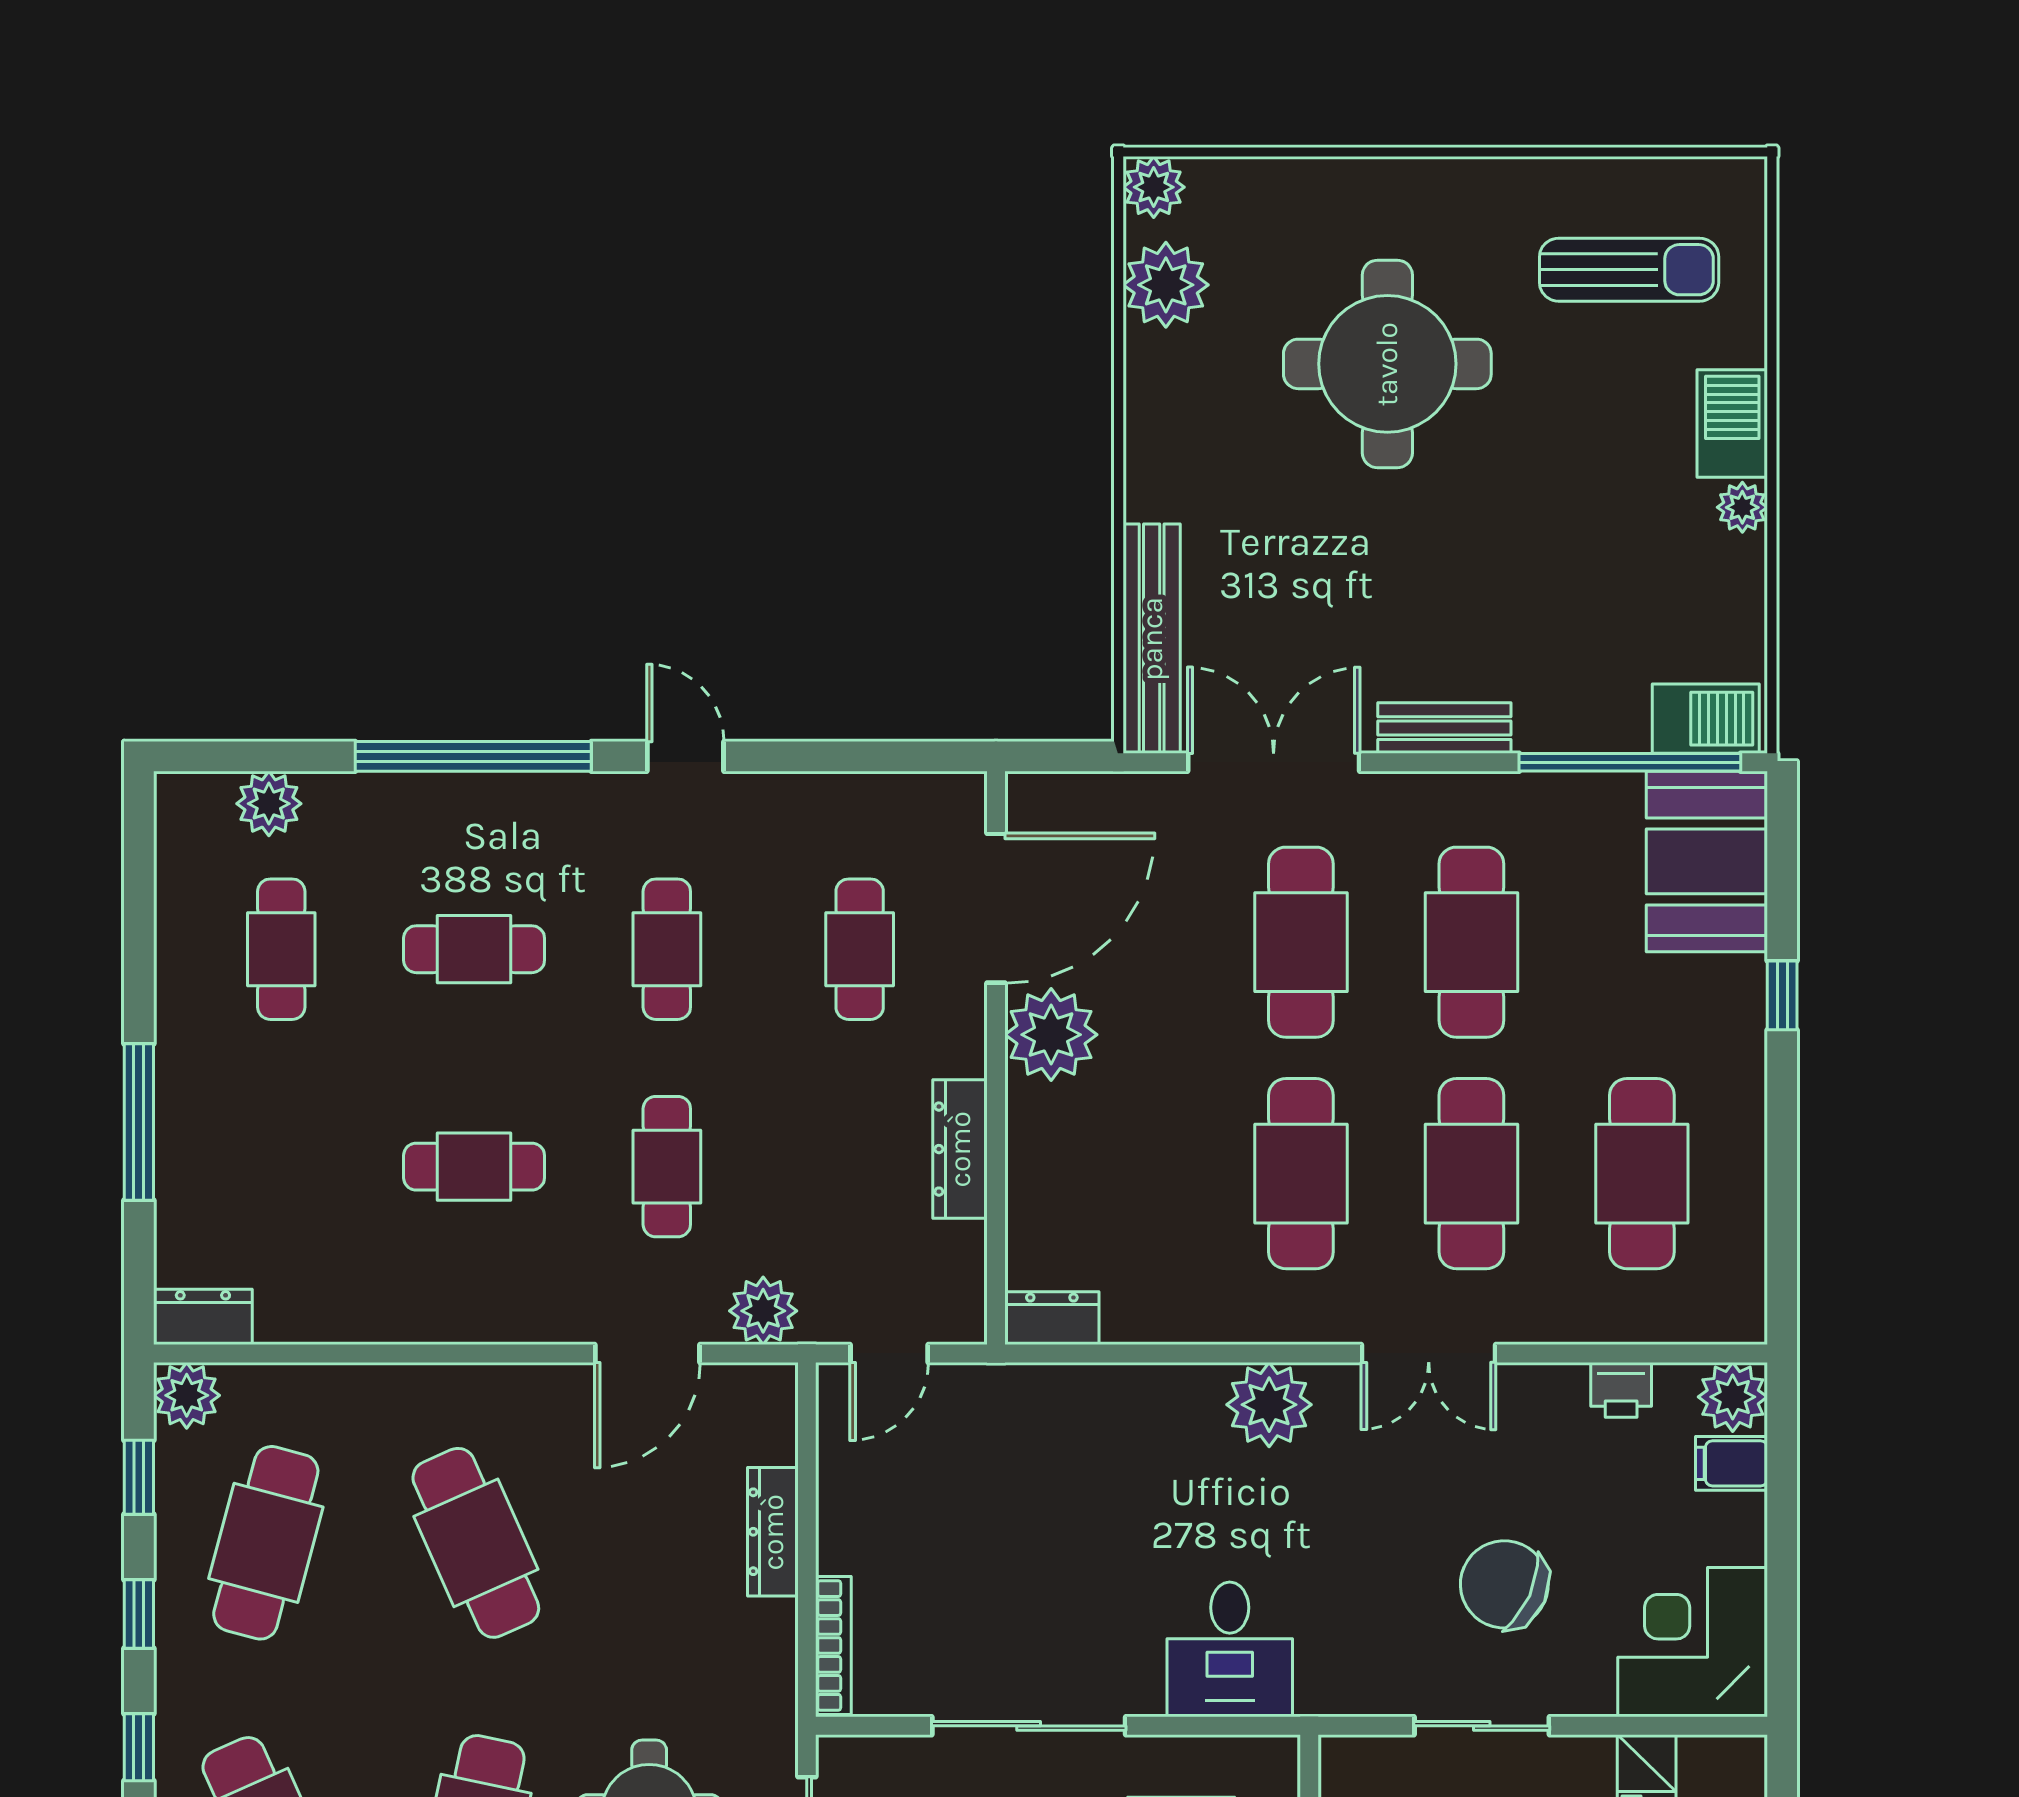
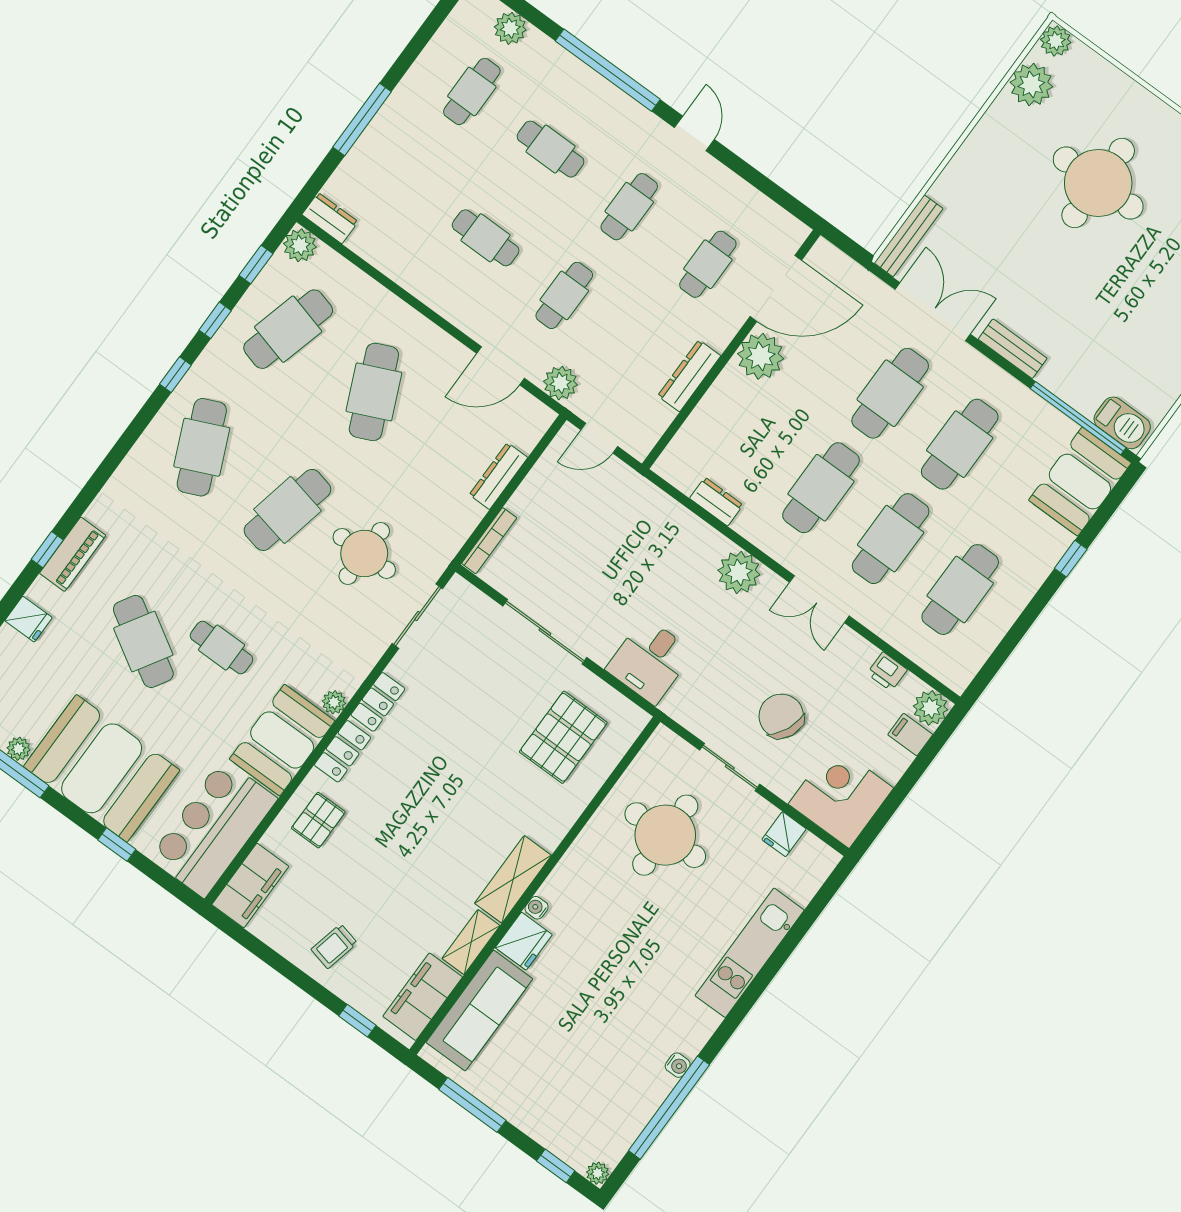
bench: (1152, 639) -> (909, 236), width x0.73, depth x0.82
dresser: (1052, 1318) -> (716, 502), moved

